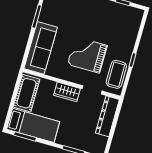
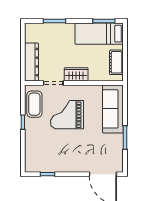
grand piano: (87, 55) -> (67, 115), turned 180
cot: (26, 93) -> (116, 62), width x0.73, depth x0.75

